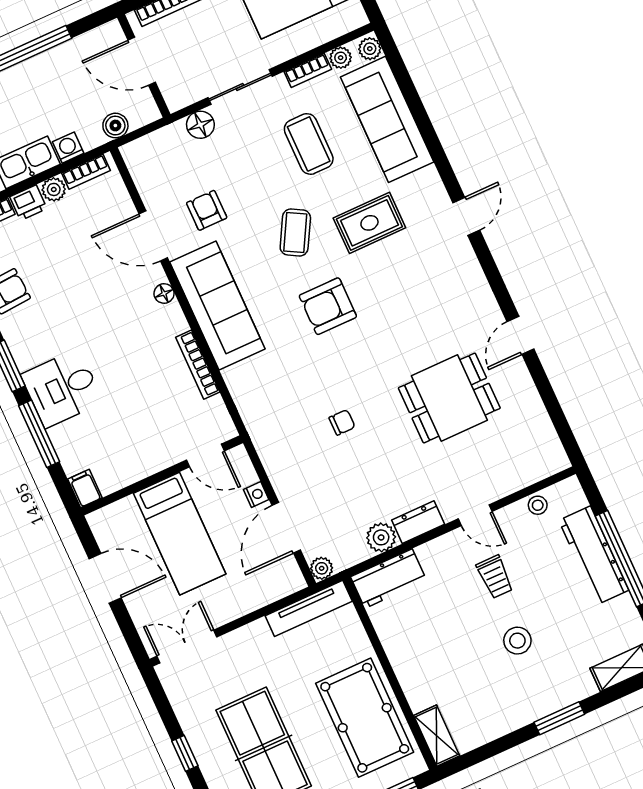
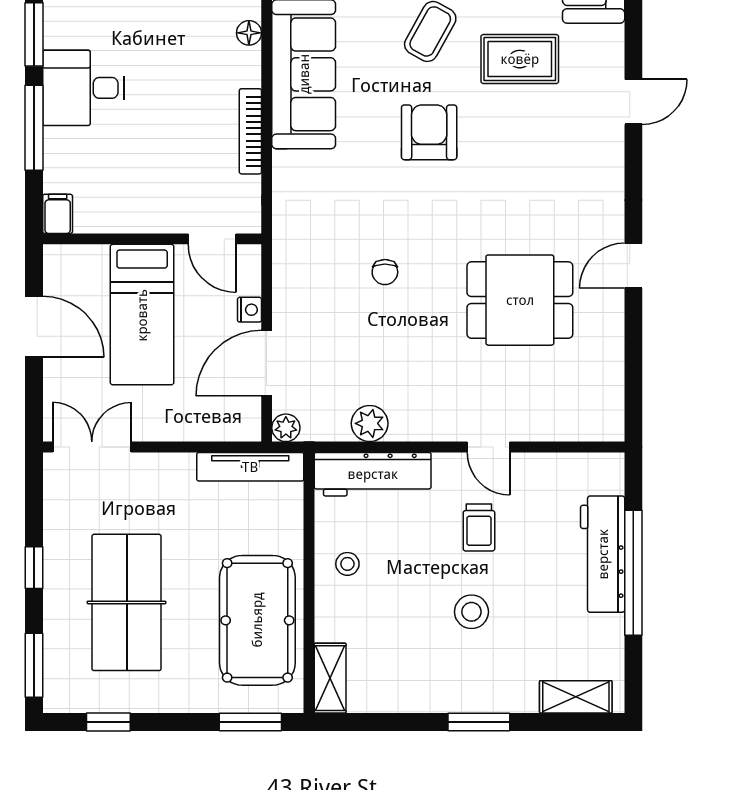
armchair: (328, 306) -> (429, 132), turned 90
chair: (342, 422) -> (385, 272), turned 90
stool: (538, 505) -> (347, 564), moved
dresser: (418, 522) -> (420, 425), removed
workbench: (388, 579) -> (373, 474), width x1.38

